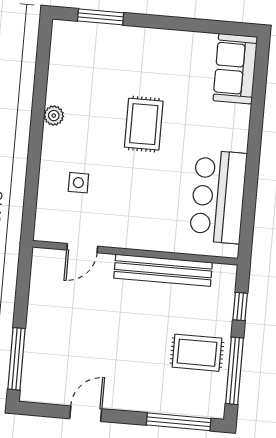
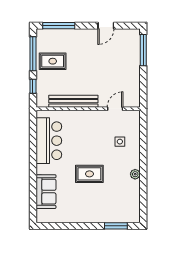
sofa: (235, 69) -> (46, 192), moved
rug: (144, 124) -> (89, 174), turned 90

